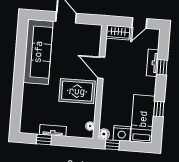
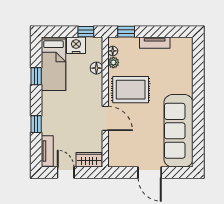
door: (139, 23) -> (66, 173), hinge flipped
tv unit: (153, 63) -> (47, 151), moved
plant: (90, 116) -> (113, 62), added
floor lamp: (104, 134) -> (96, 68), moved
window: (44, 139) -> (126, 32), moved

